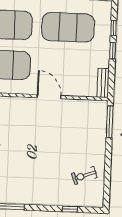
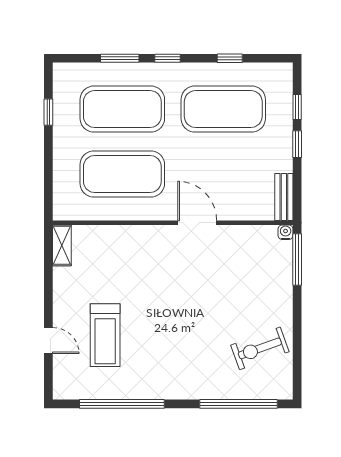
water cooler: (103, 105) -> (286, 232), added
exercise bike: (84, 176) -> (260, 348), width x1.38, depth x1.39
window: (70, 209) -> (239, 404), width x3.17

